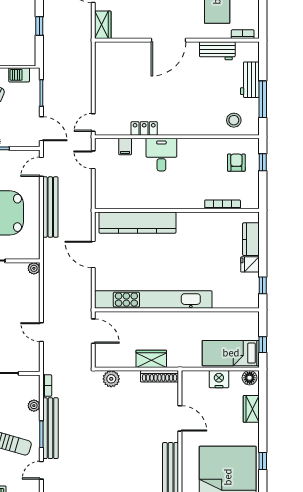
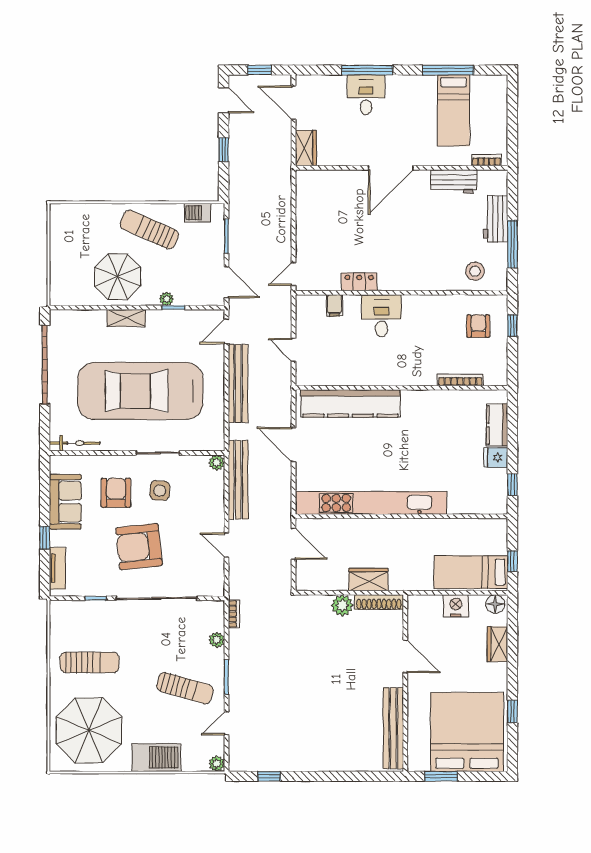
door: (93, 160) -> (293, 350), moved
plant: (111, 379) -> (342, 605), moved
bench: (50, 428) -> (238, 480), moved

